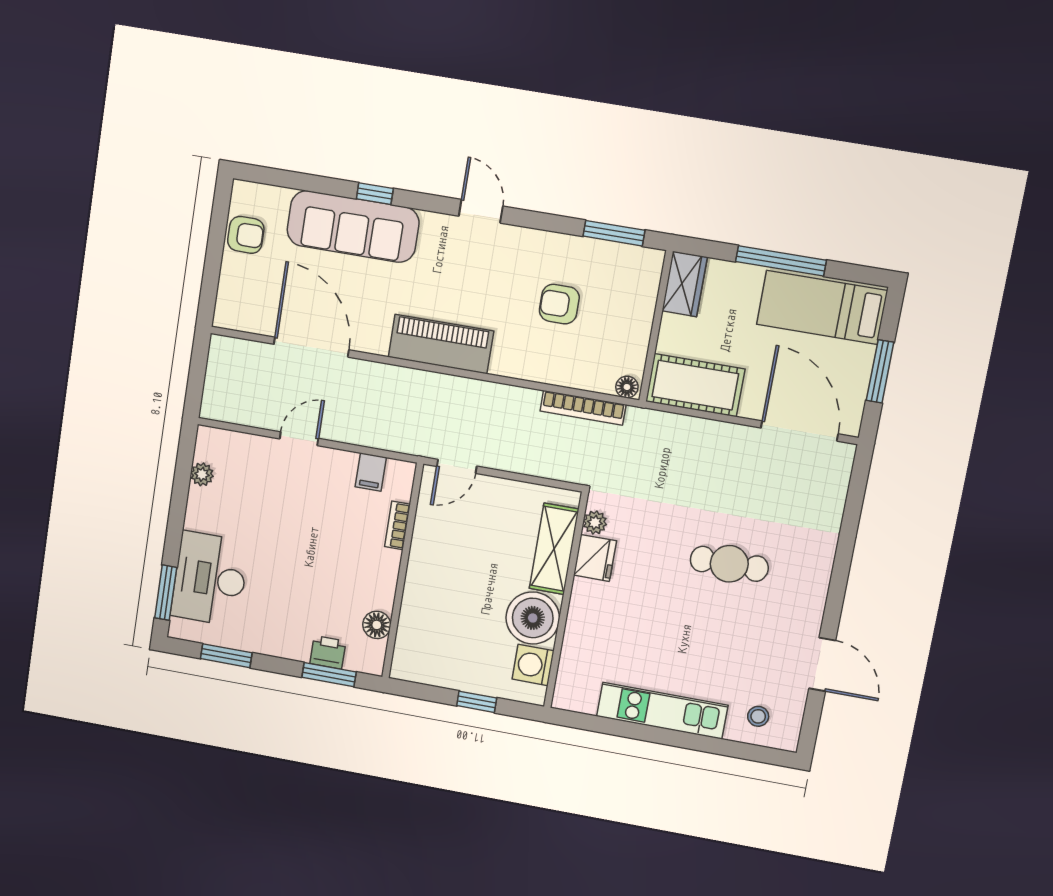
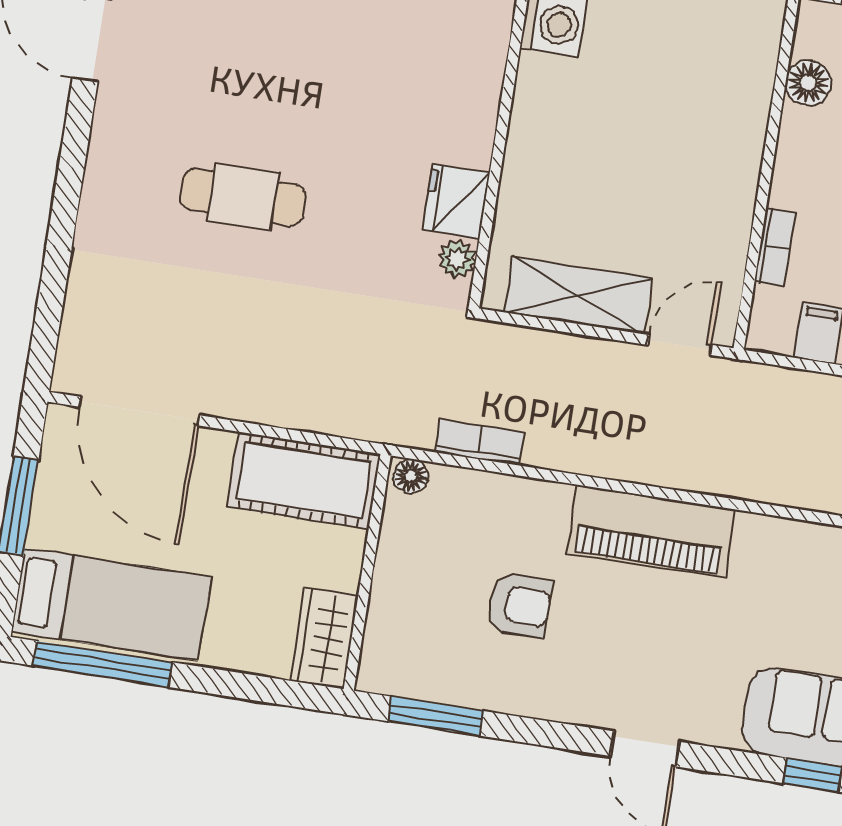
window: (781, 261) -> (103, 664), moved
piano: (441, 344) -> (651, 531), moved
bookcase: (583, 408) -> (479, 442), width x0.64
shelving: (554, 549) -> (578, 295), moved, turned 90
boiler: (533, 618) -> (555, 101), removed

